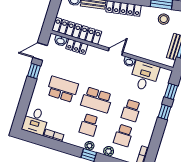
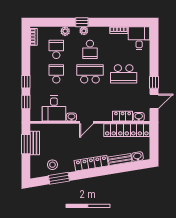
school desk: (89, 125) -> (90, 49), turned 180

